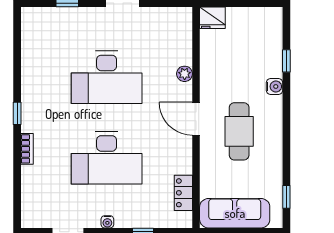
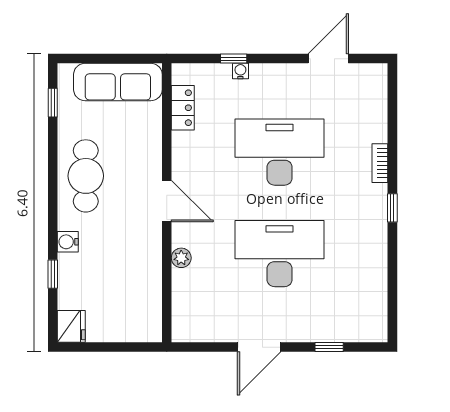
fridge: (212, 18) -> (71, 326), moved, turned 90
cafe table: (239, 131) -> (86, 176), moved
water cooler: (107, 222) -> (240, 71), moved

